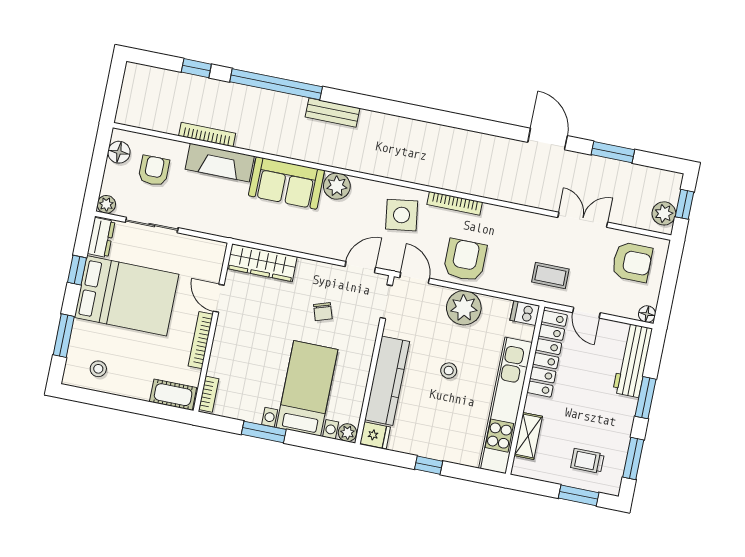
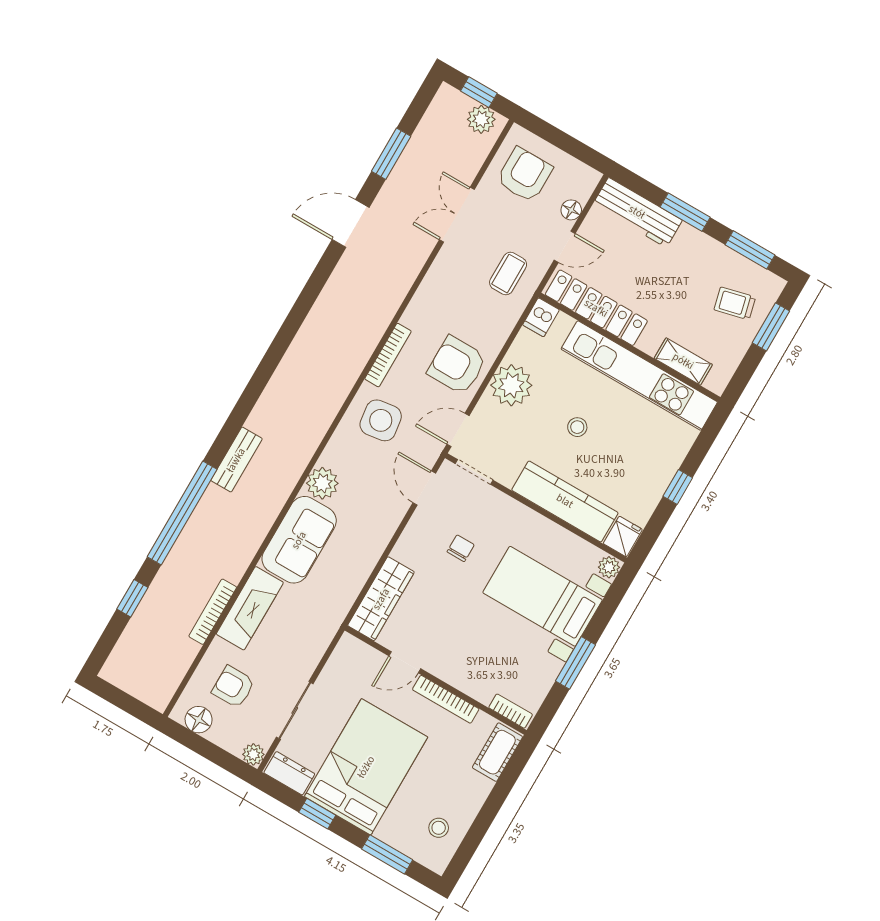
chair: (323, 312) -> (461, 548), turned -72
floor lamp: (647, 314) -> (571, 210), moved
trolley: (587, 461) -> (735, 303), turned 76

